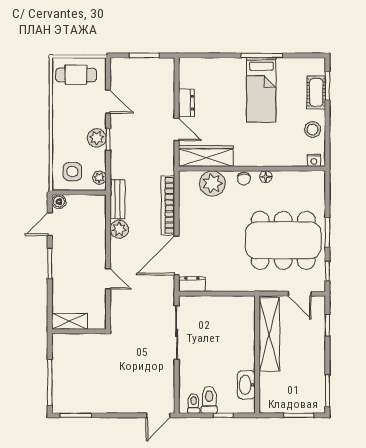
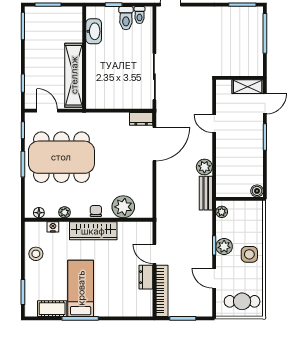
cot: (316, 92) -> (52, 309), moved, turned 90
wardrobe: (206, 156) -> (93, 231), moved
nightstand: (314, 160) -> (53, 227), moved
side table: (72, 172) -> (249, 254), moved
floor lamp: (266, 177) -> (39, 213), moved
plant: (280, 177) -> (65, 212), added
bookcase: (168, 205) -> (162, 291), moved
door: (50, 224) -> (265, 104), moved

